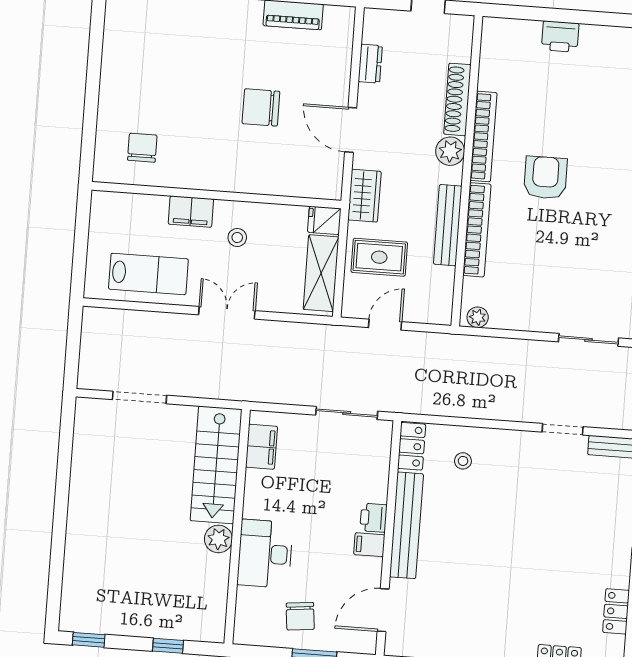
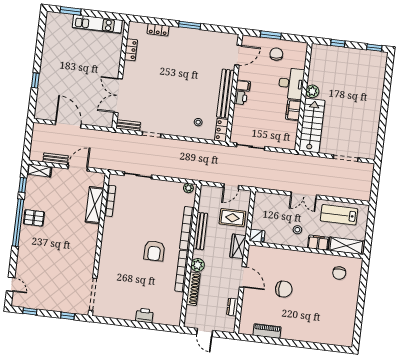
shelving: (321, 273) -> (346, 246), moved, turned 90
filing cabinet: (261, 447) -> (293, 110), moved

